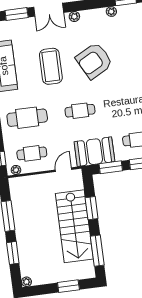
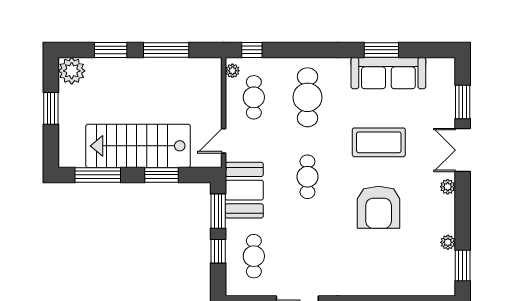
armchair: (94, 61) -> (379, 207), turned -152
door: (63, 170) -> (224, 141), swing flipped
plant: (26, 282) -> (72, 71), width x1.87, depth x1.87
window: (68, 286) -> (51, 108), moved

